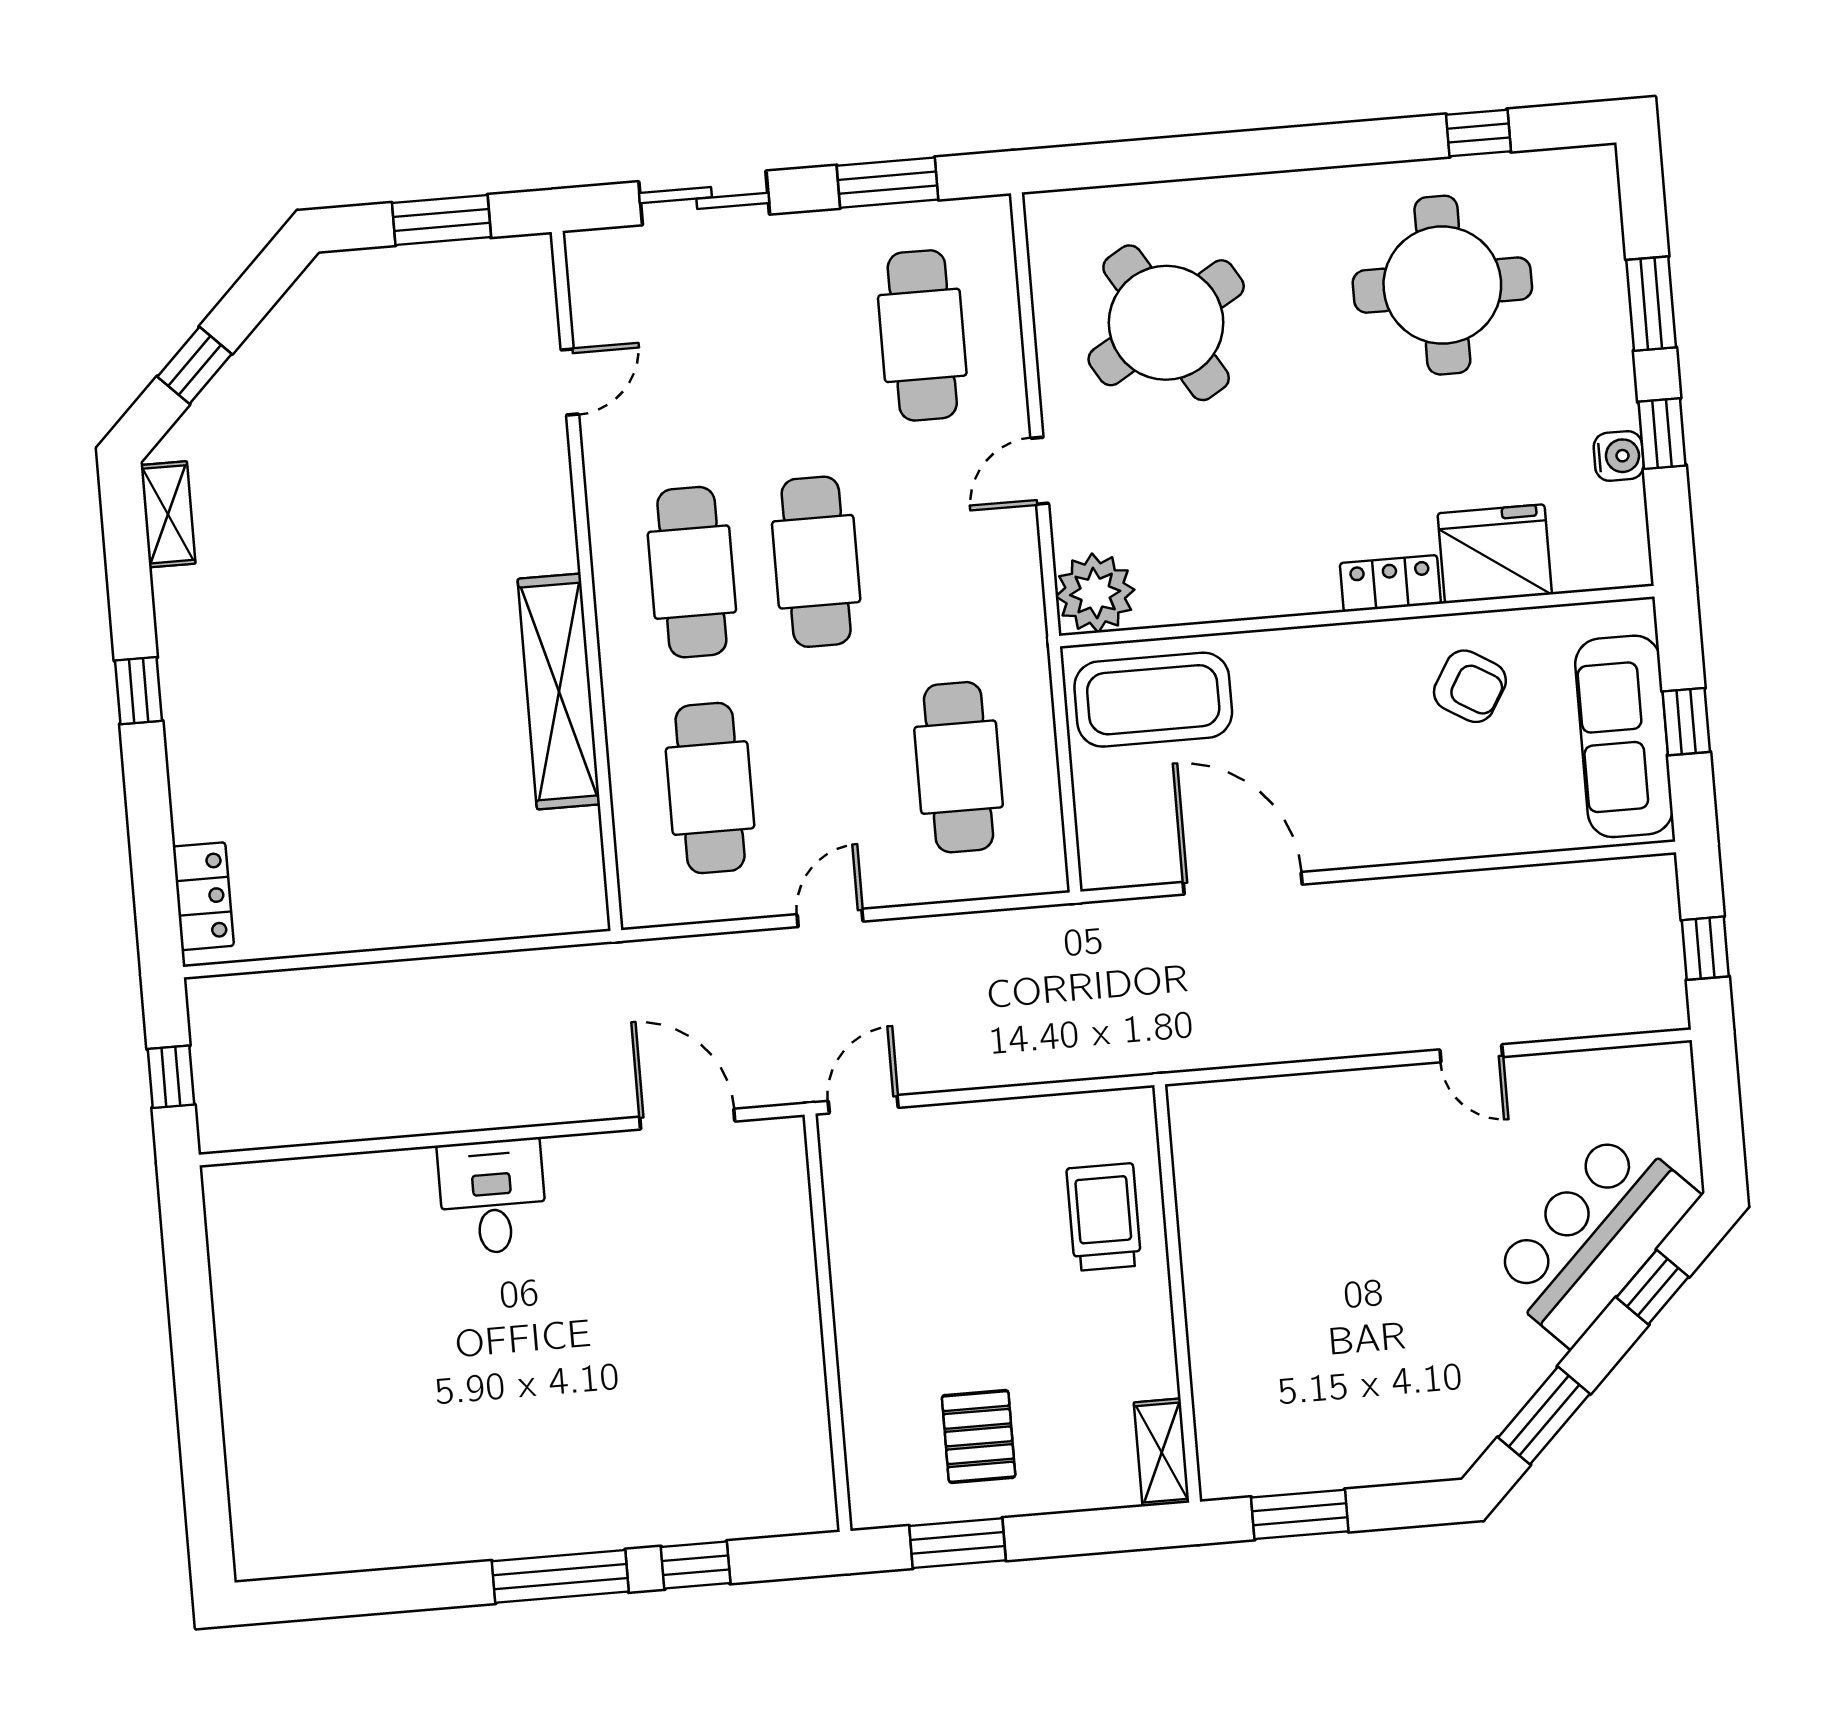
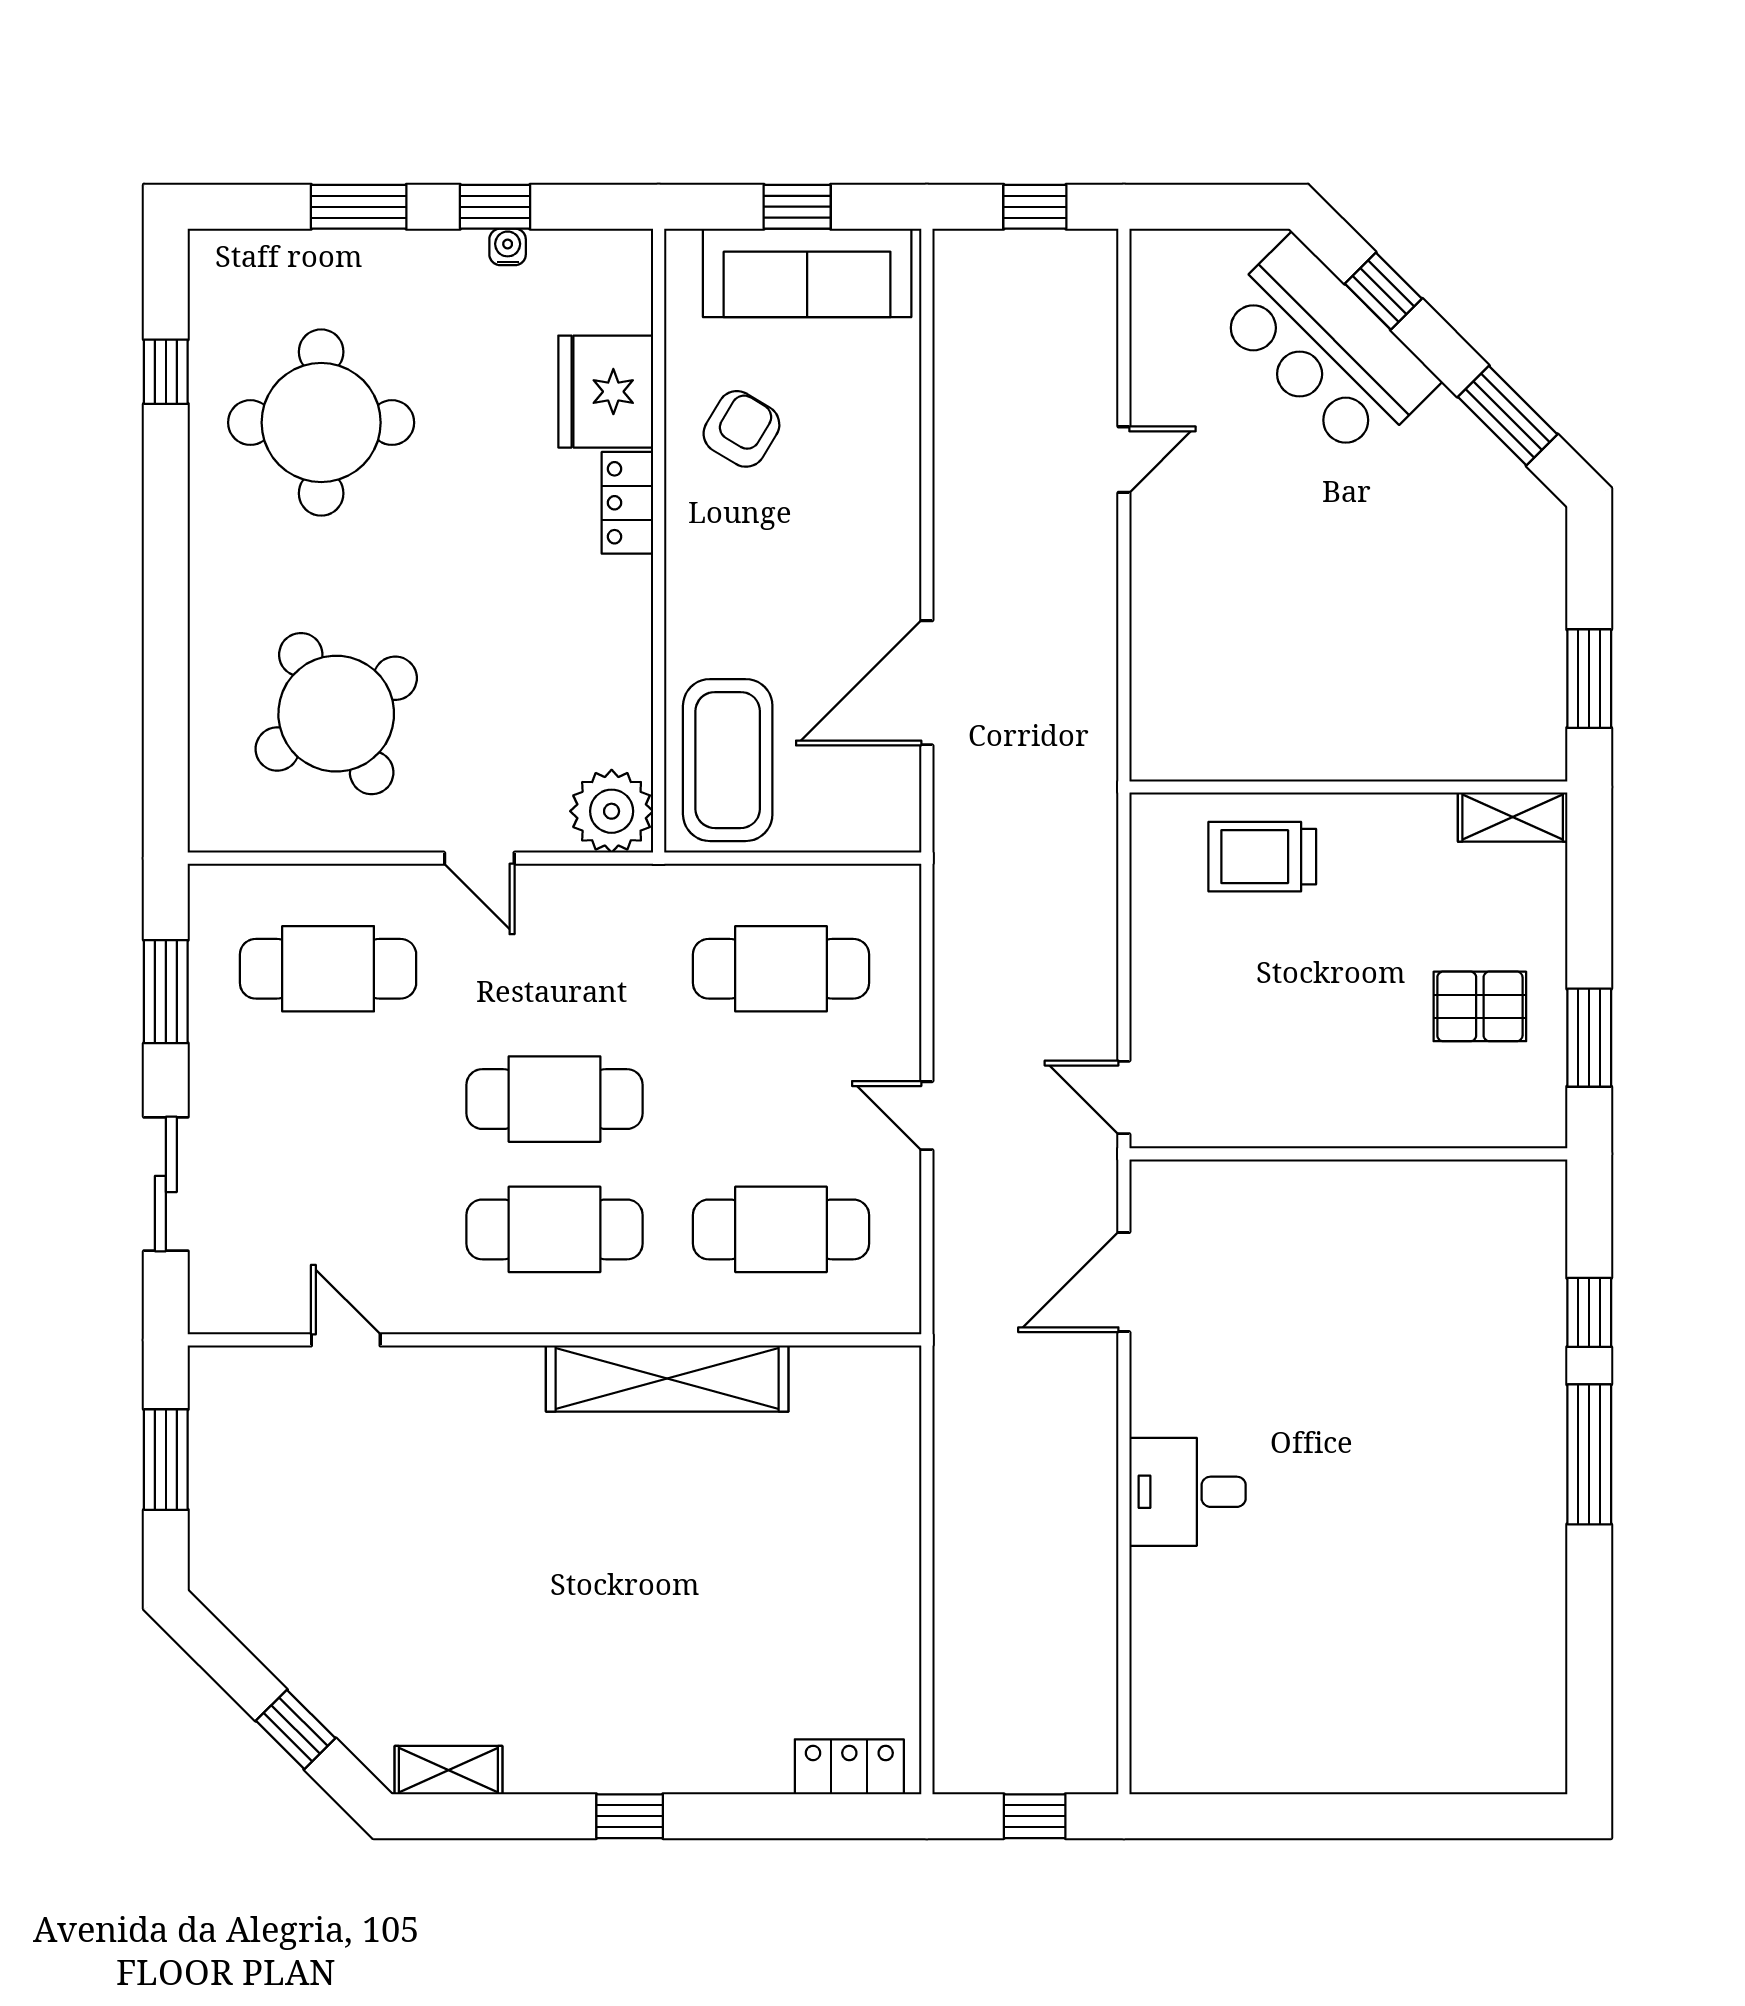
water cooler: (1619, 456) -> (508, 247), width x0.72, depth x0.72

